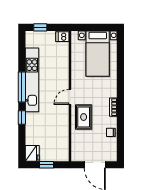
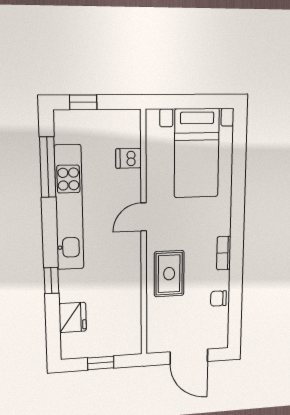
dishwasher: (62, 37) -> (129, 158), moved
window: (22, 87) -> (48, 167), moved
door: (70, 97) -> (144, 217), moved
fridge: (32, 153) -> (73, 317), moved

